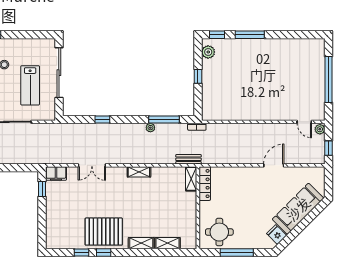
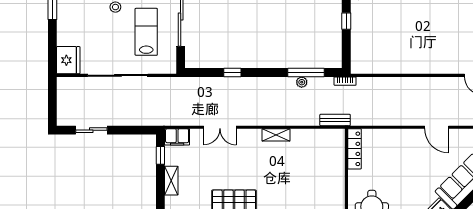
lab bench: (30, 85) -> (146, 32), turned 180
plant: (150, 128) -> (302, 82), moved
door: (274, 165) -> (437, 127), swing flipped
shelving: (191, 179) -> (171, 181), moved

